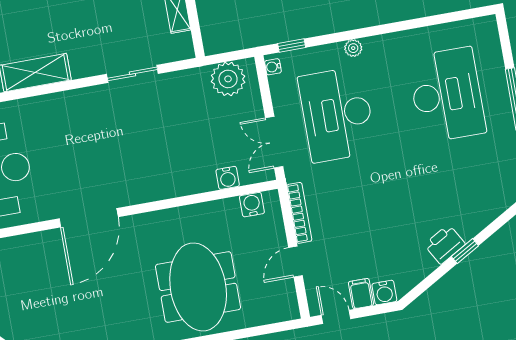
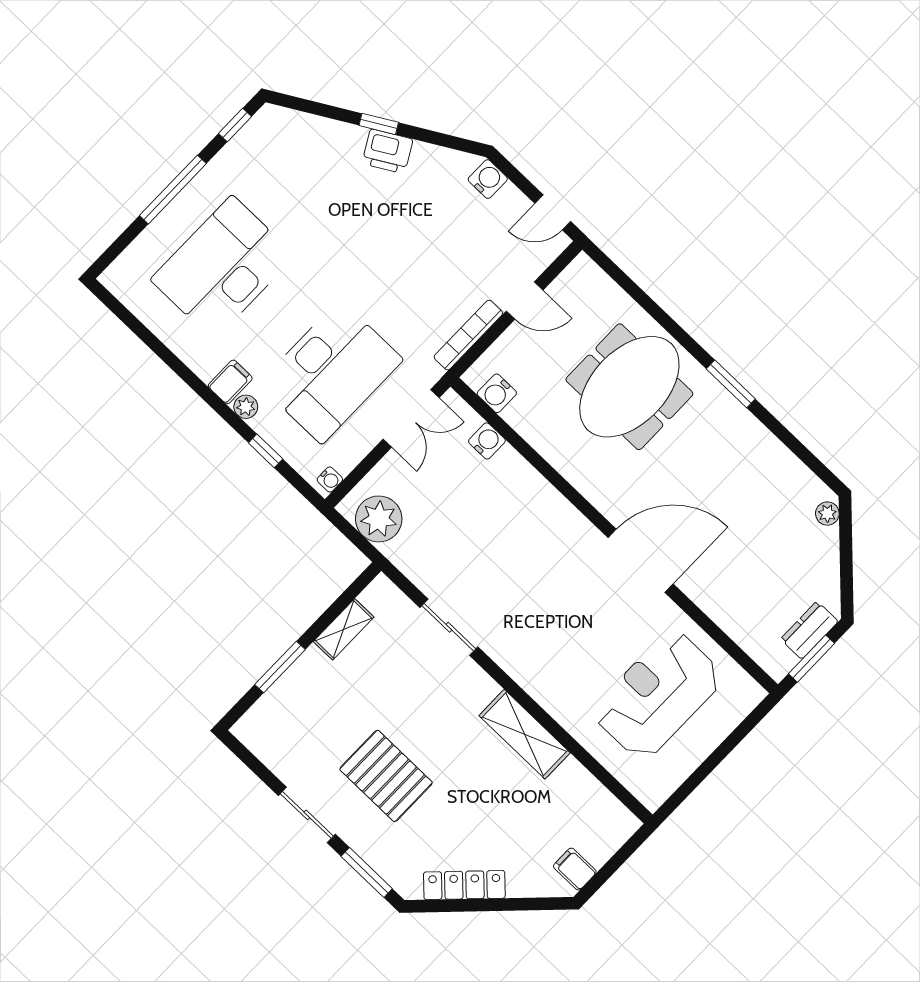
window: (292, 45) -> (266, 451), moved
filing cabinet: (361, 294) -> (230, 382), moved, turned 180
door: (336, 317) -> (553, 212), hinge flipped

